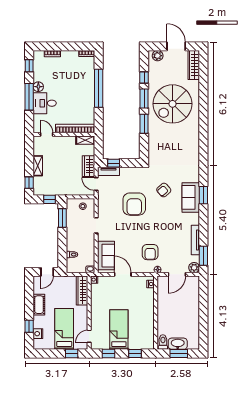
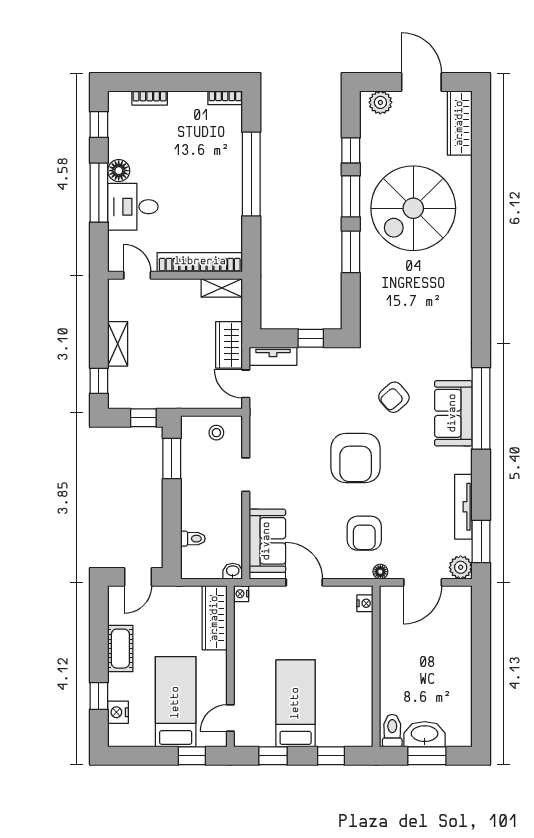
window: (114, 163) -> (311, 338), moved
window: (203, 195) -> (481, 408), width x2.11
armchair: (134, 204) -> (356, 458), moved

